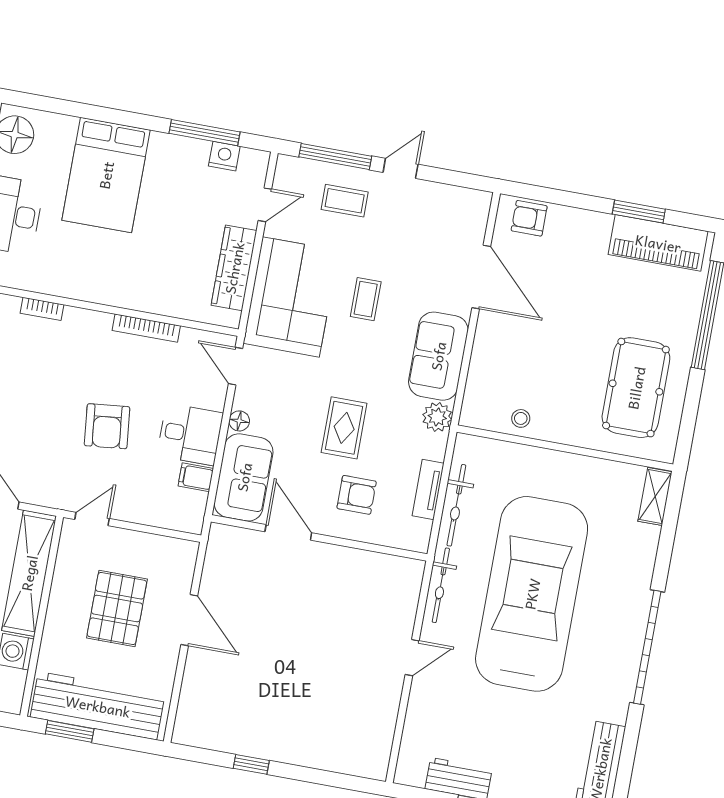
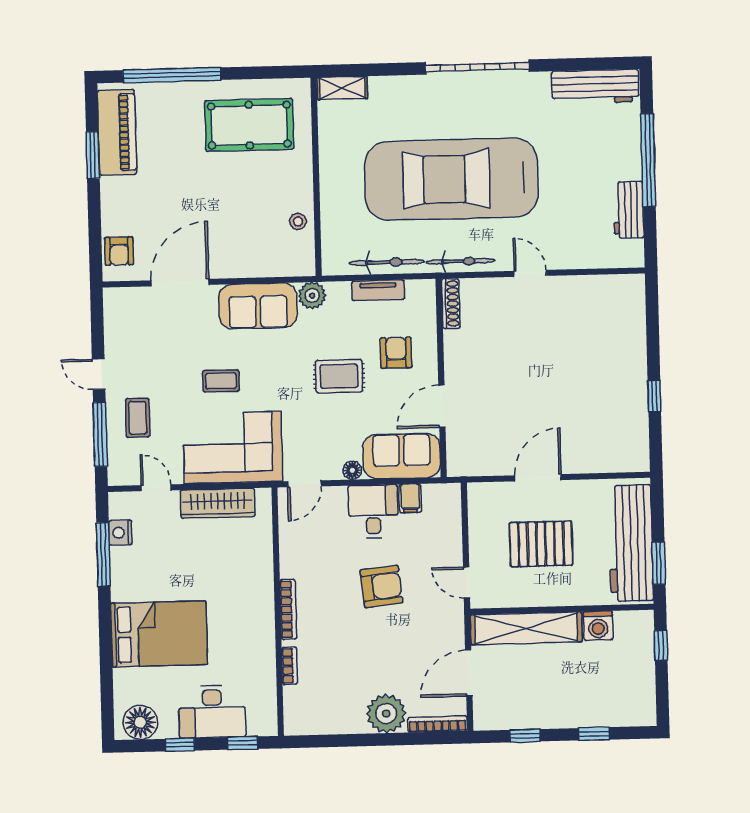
bookcase: (146, 328) -> (288, 609), moved
shoe rack: (397, 565) -> (451, 304), added

